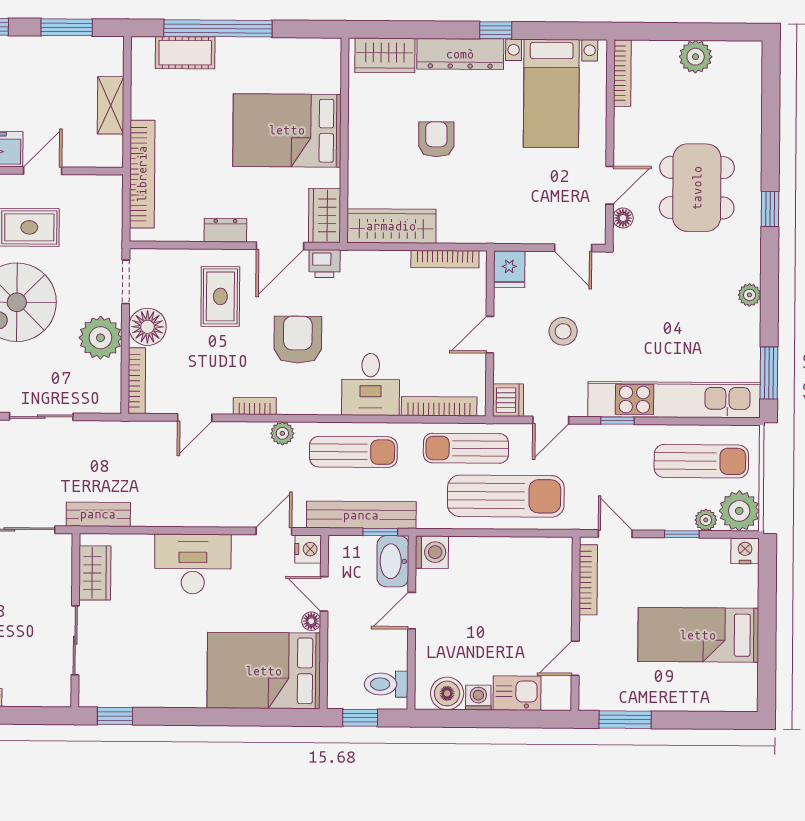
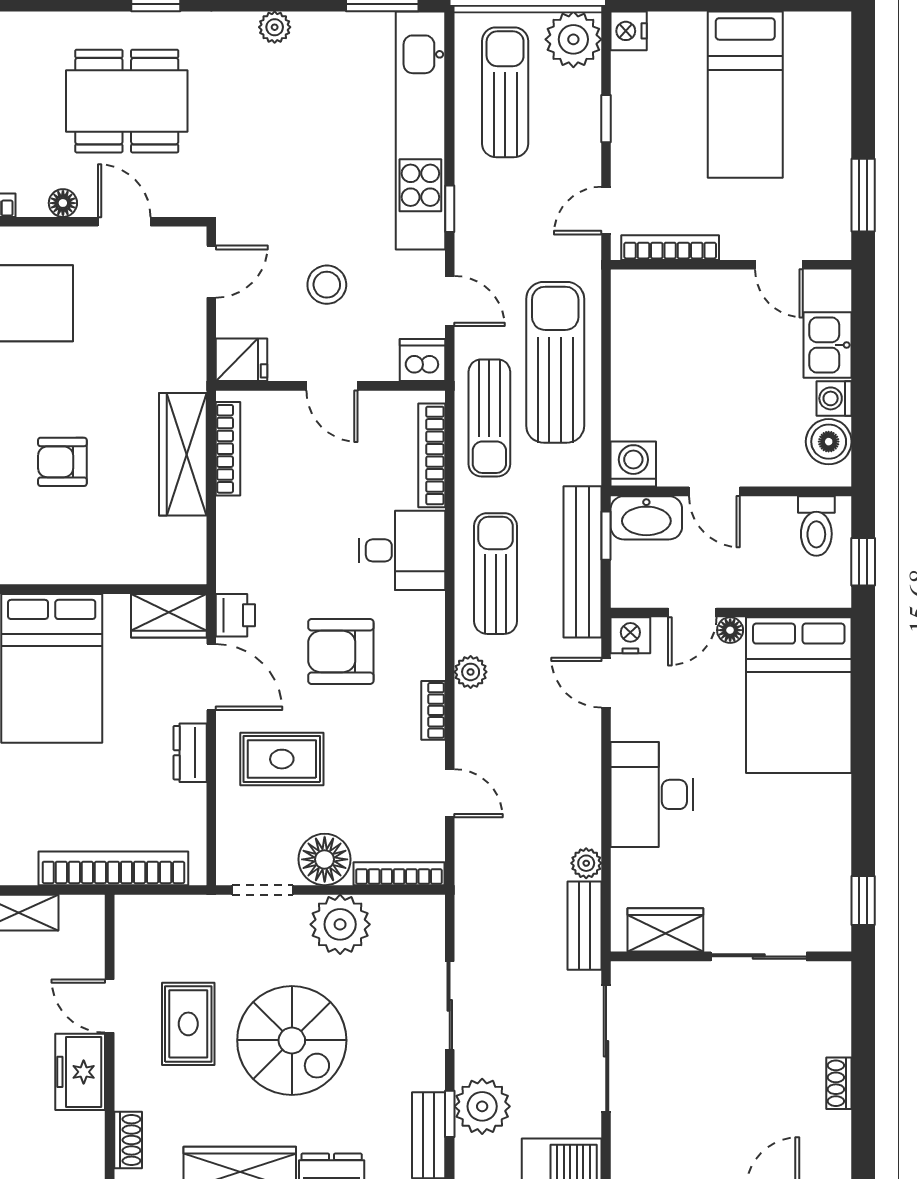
floor lamp: (623, 218) -> (63, 203), moved
wardrobe: (391, 226) -> (183, 454), moved
plant: (706, 520) -> (586, 863), moved

